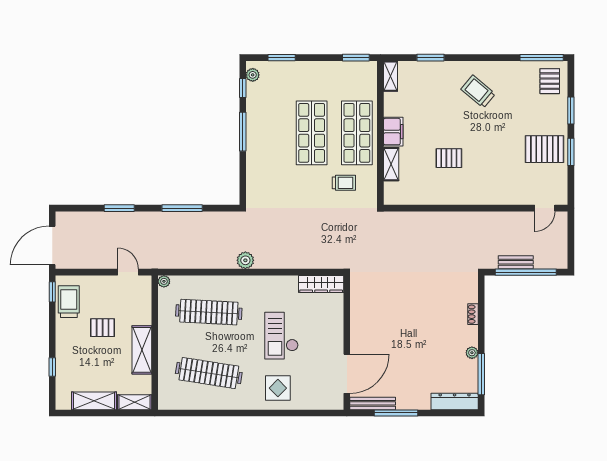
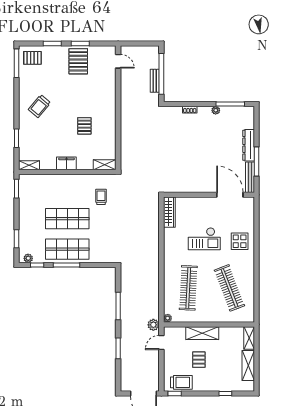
shop shelf: (357, 133) -> (67, 249), moved
shelving: (391, 164) -> (105, 165), moved
plant: (245, 260) -> (153, 325), moved
trolley: (69, 302) -> (181, 382), turned 180
shelving: (142, 350) -> (202, 333), moved
clothes rail: (209, 373) -> (229, 288), turned -30
dresser: (455, 401) -> (249, 145), moved

